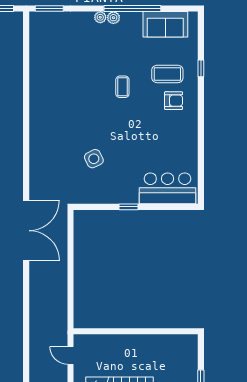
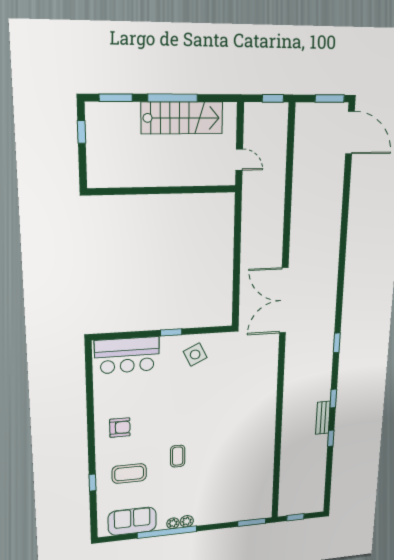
plant: (100, 17) -> (173, 523), moved
armchair: (174, 101) -> (120, 428), moved, turned 180
side table: (94, 159) -> (195, 355), moved

